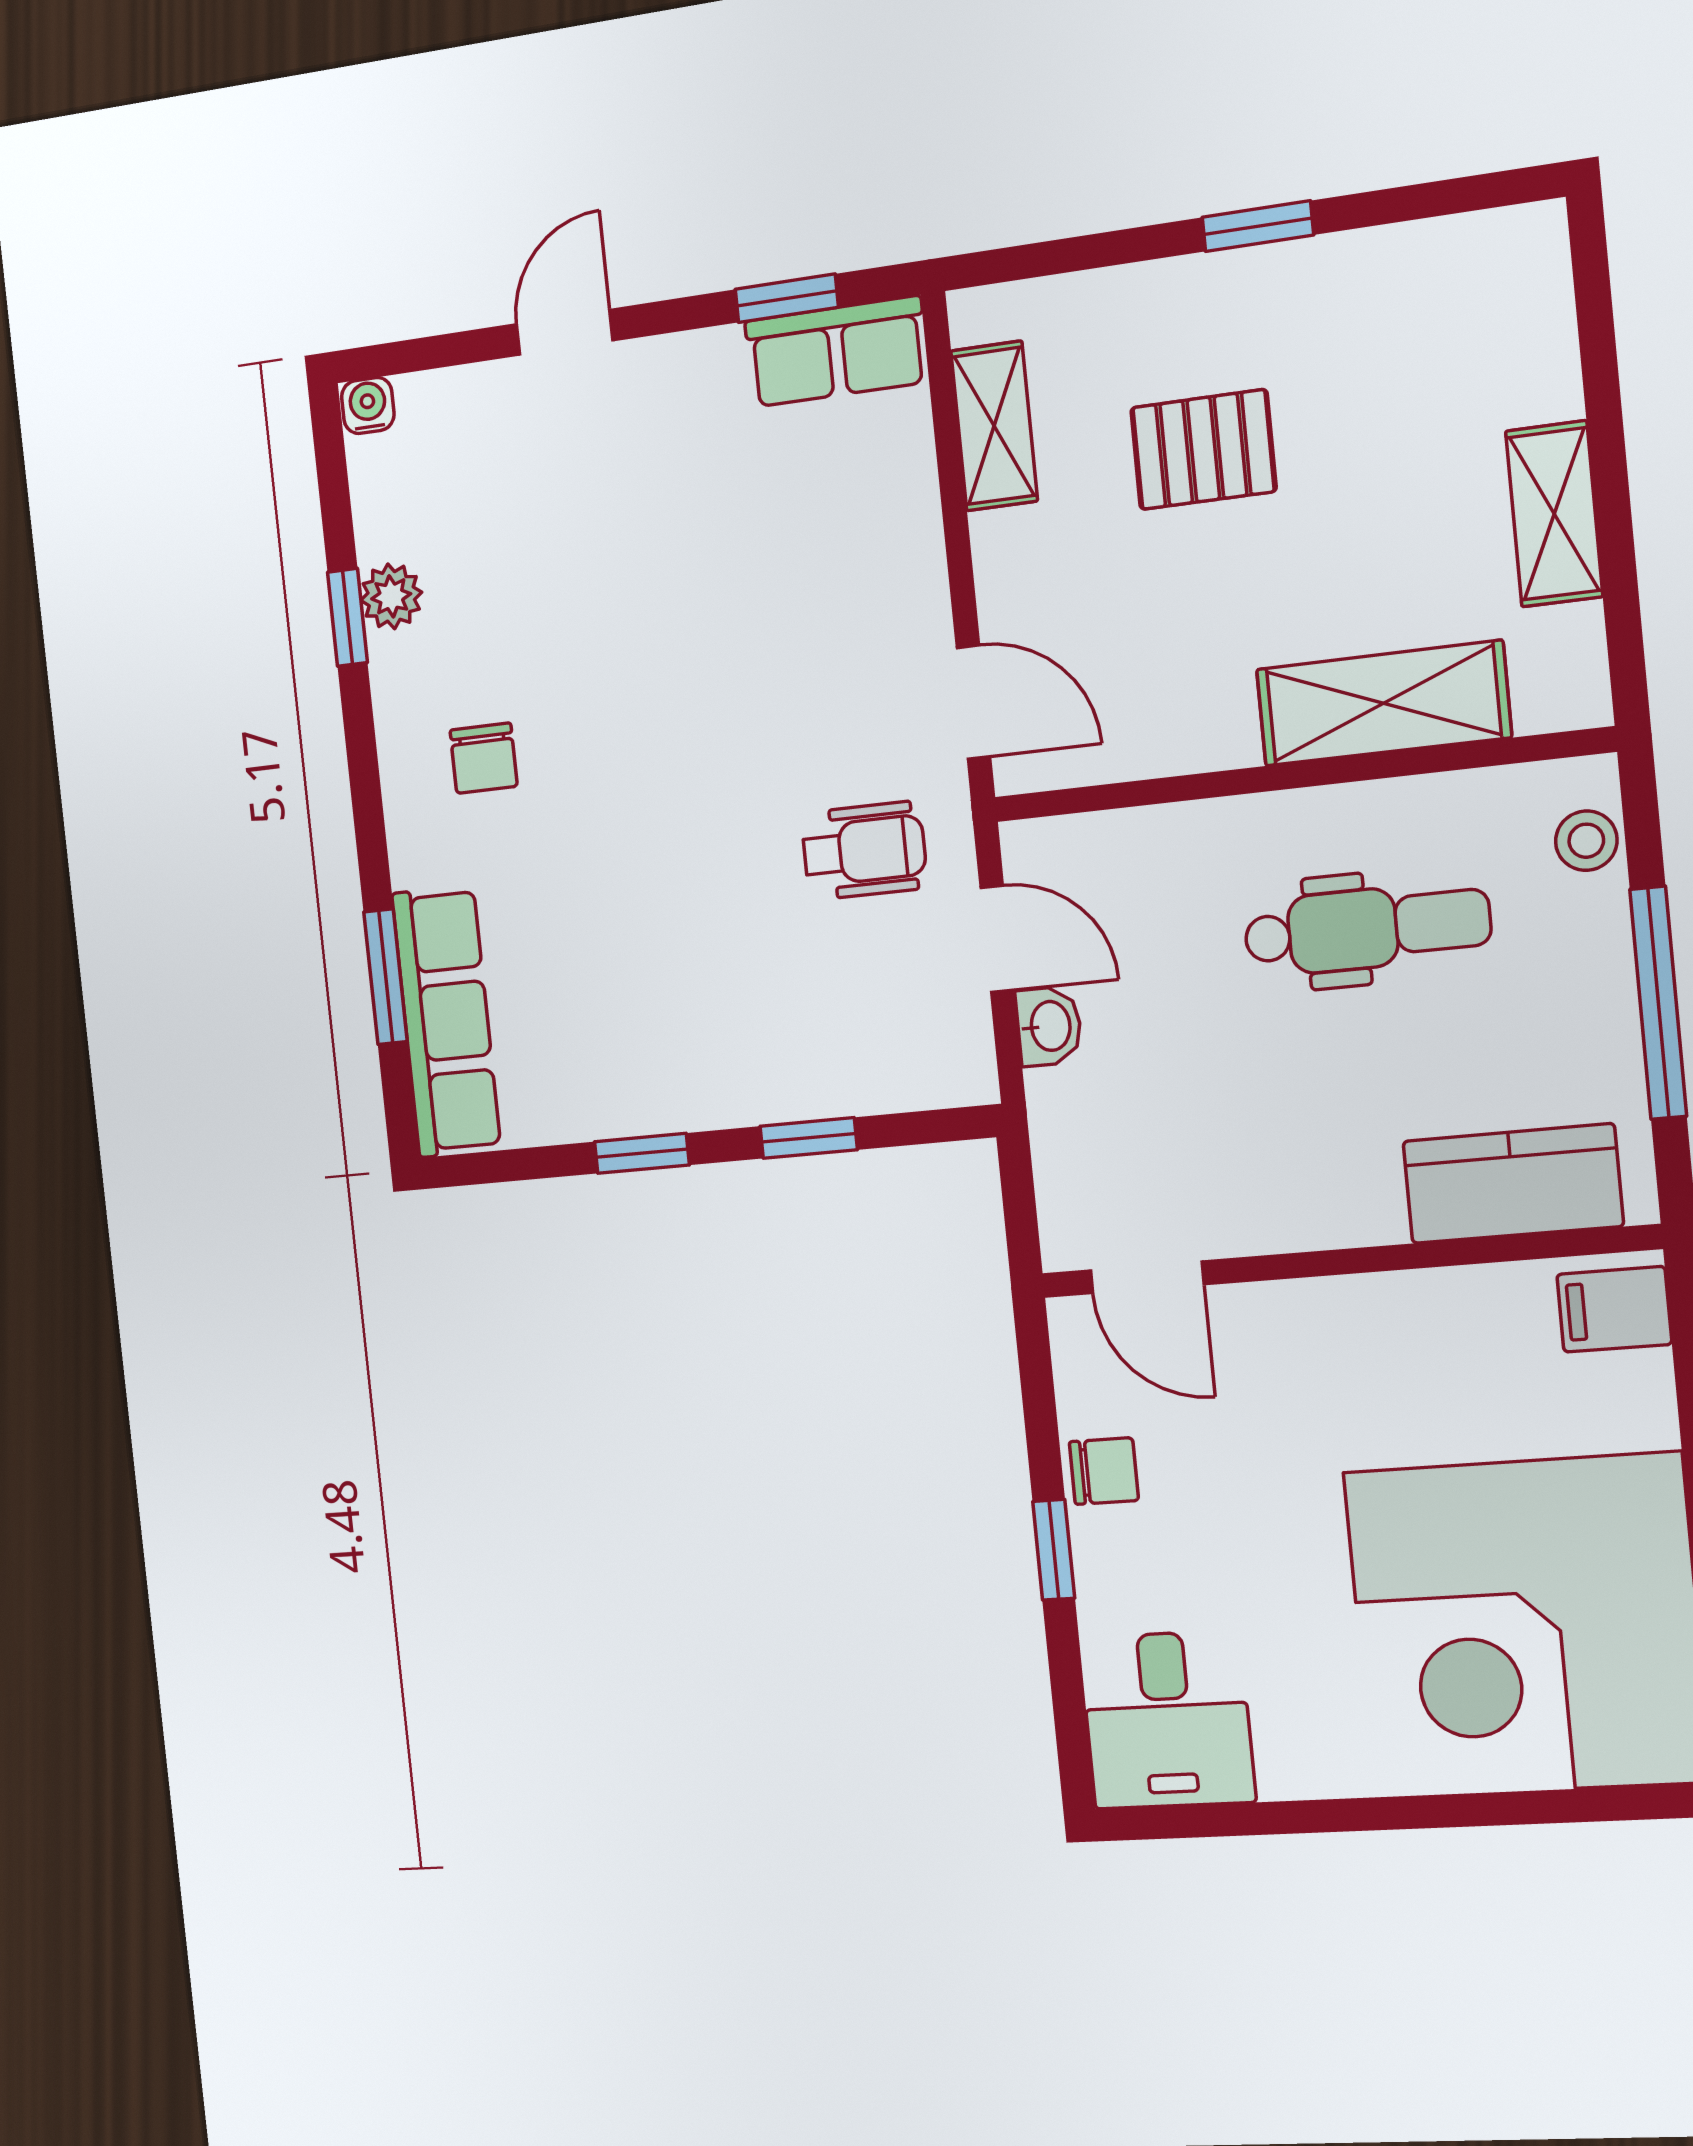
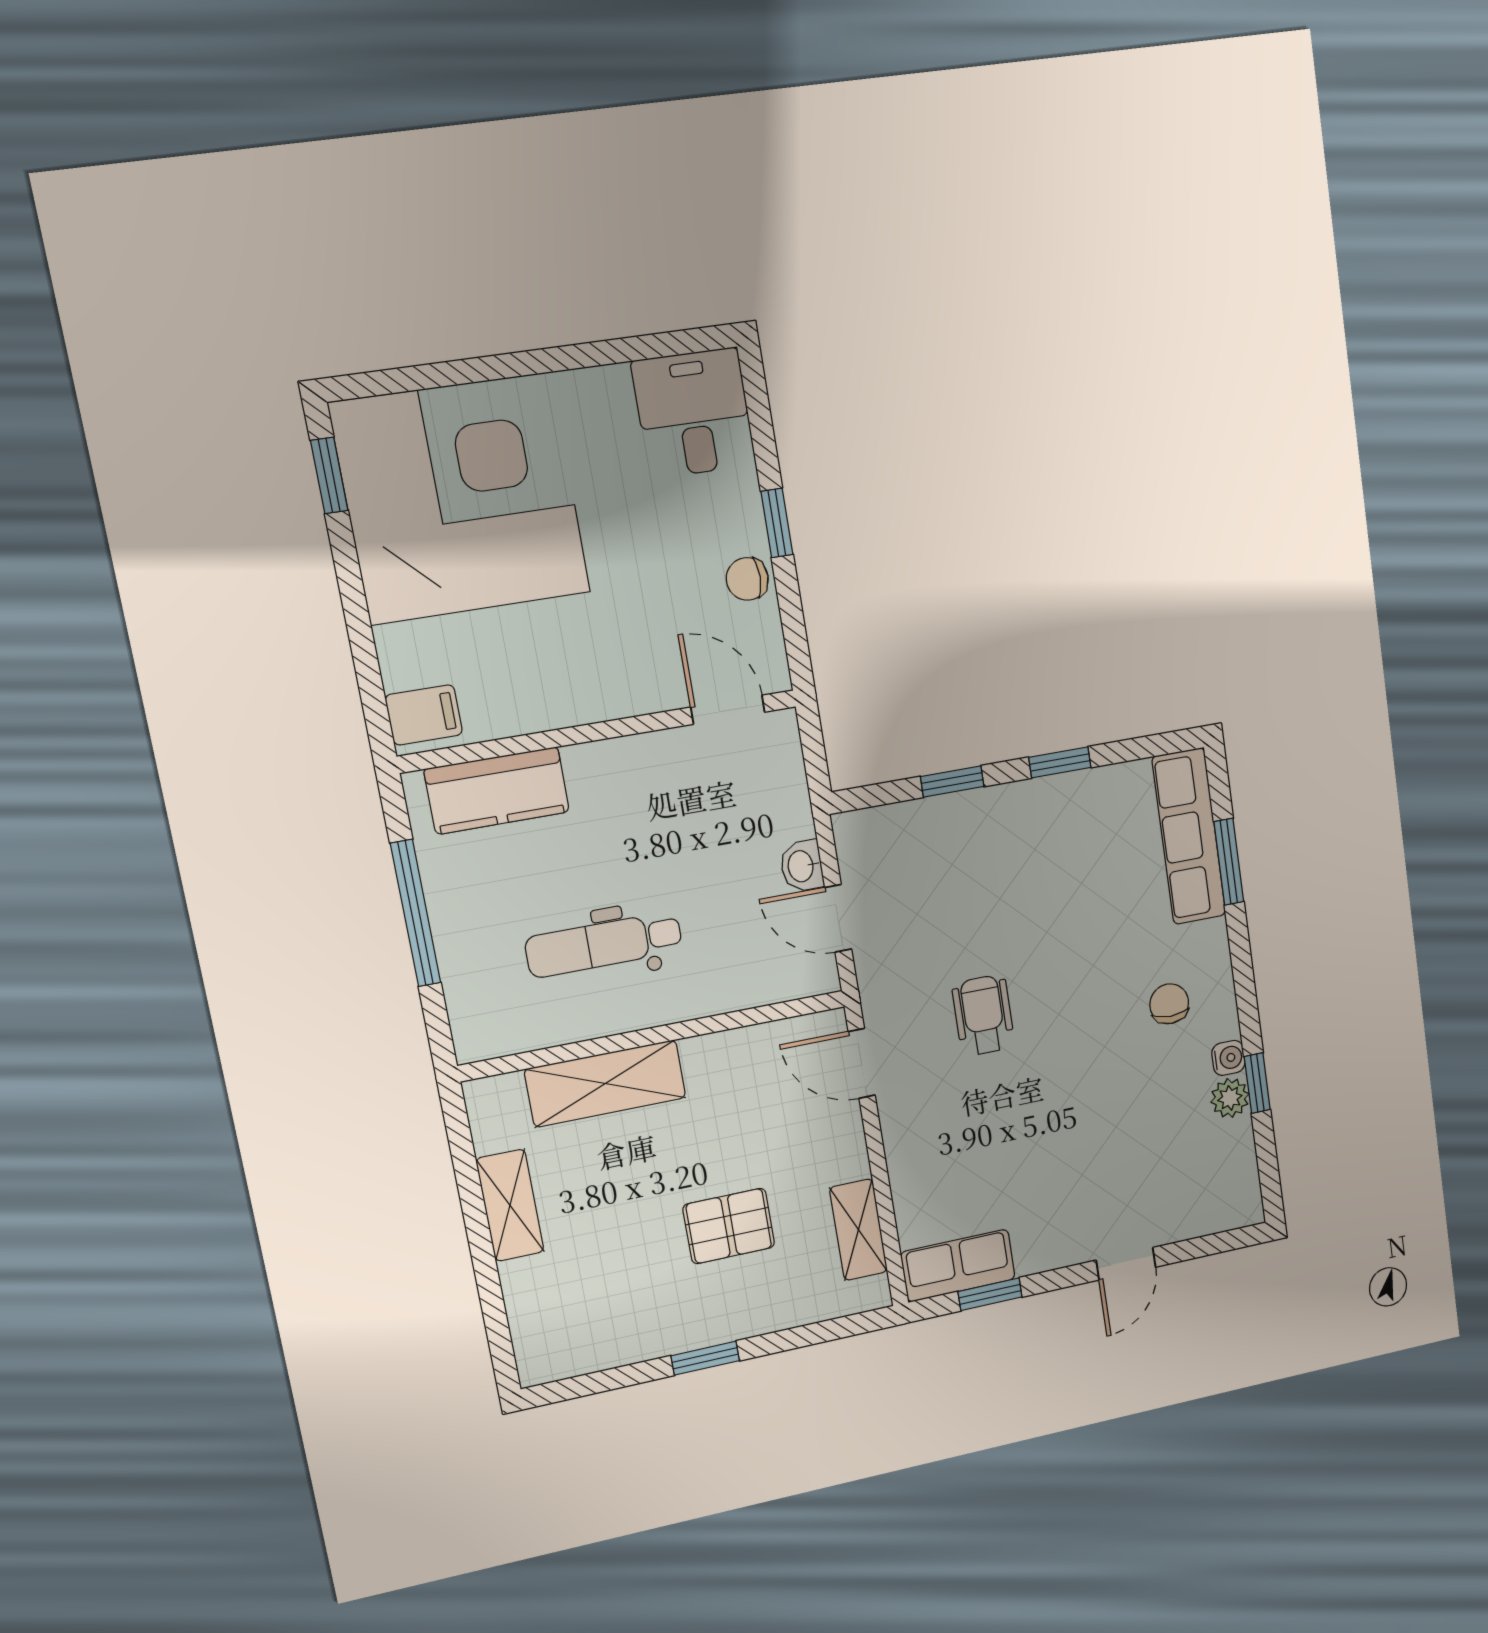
water cooler: (368, 405) -> (1228, 1058), moved, turned -90
stool: (1586, 841) -> (471, 1010), removed
wheelchair: (864, 851) -> (983, 1015), moved, turned 90

